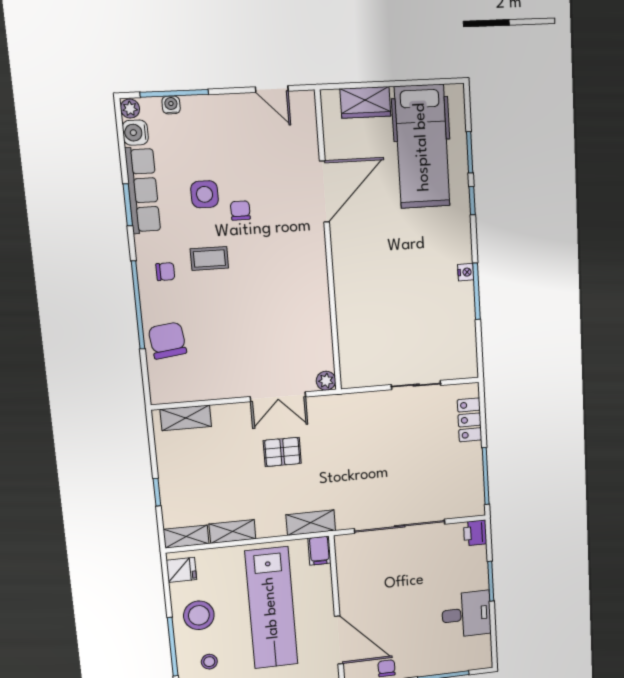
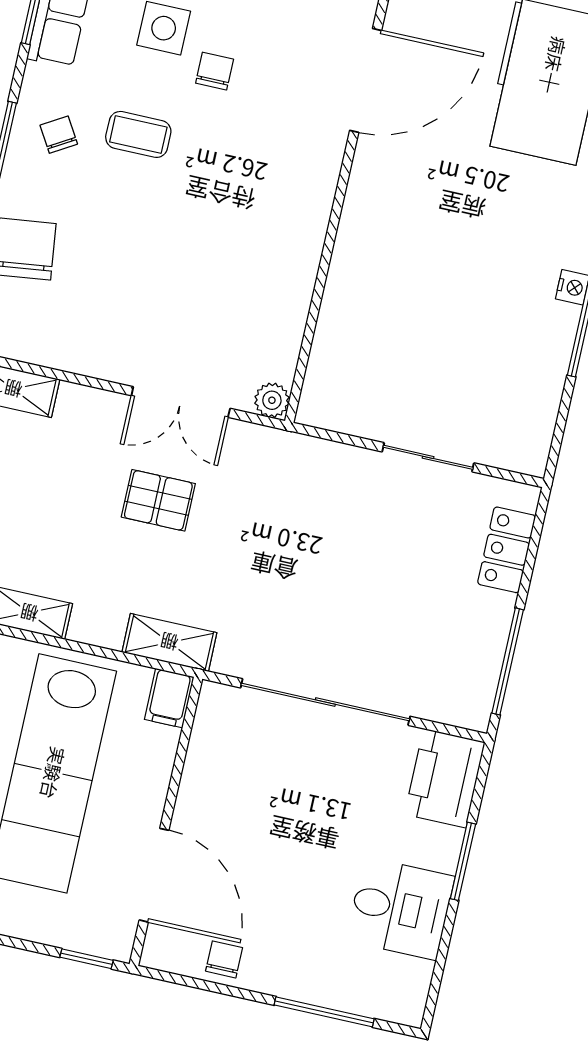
chair: (165, 272) -> (59, 135), turned -121
printer: (475, 533) -> (445, 778), width x1.87, depth x1.48

